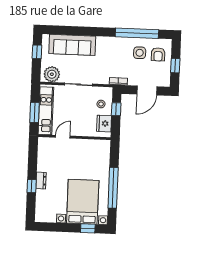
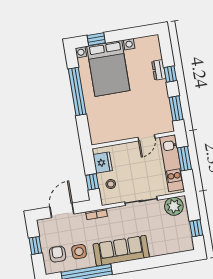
sofa: (72, 45) -> (121, 251), moved
window: (33, 156) -> (176, 108), added
dresser: (41, 181) -> (159, 70), moved

